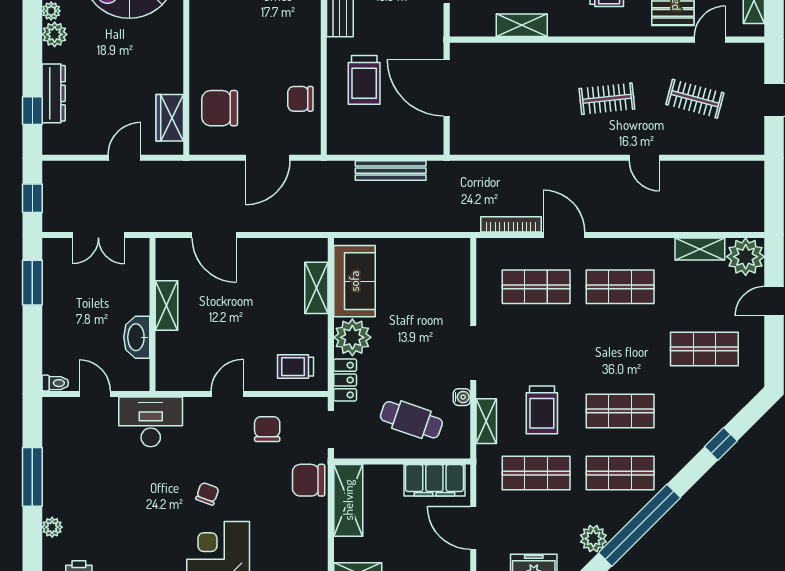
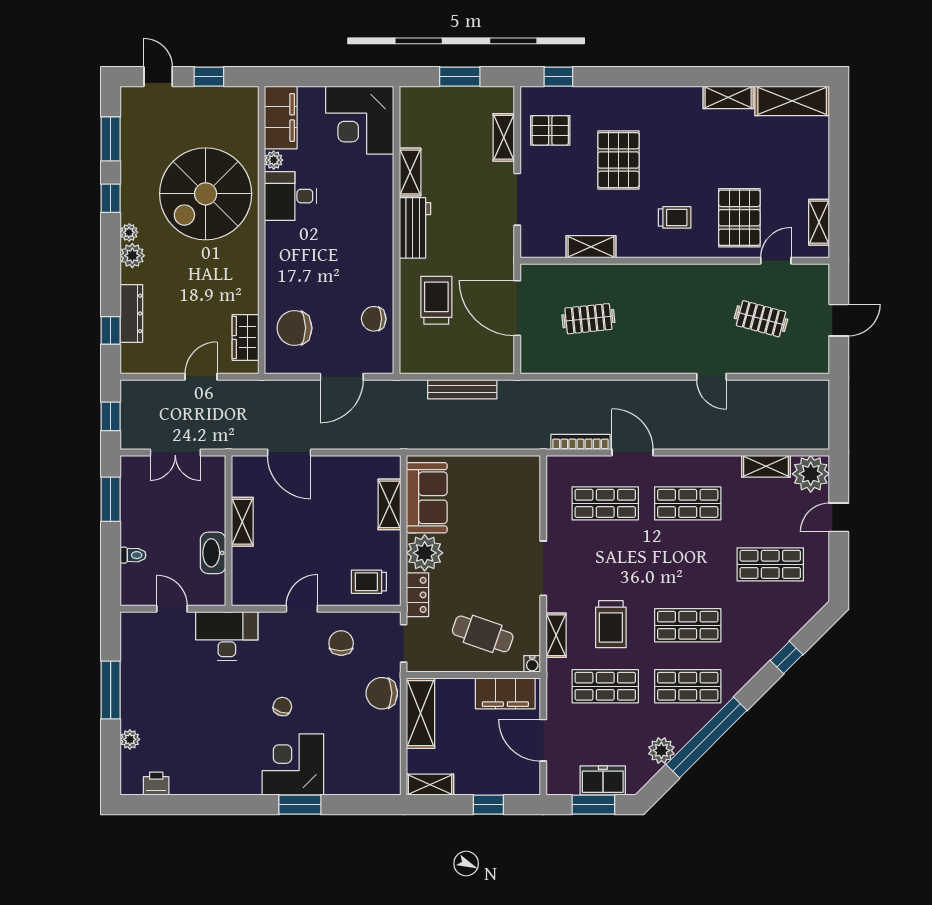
trolley: (364, 80) -> (436, 300), turned 180
clothes rail: (607, 99) -> (588, 319), moved
toilet: (55, 383) -> (133, 555), moved
water cooler: (462, 397) -> (532, 664), moved, turned 90

